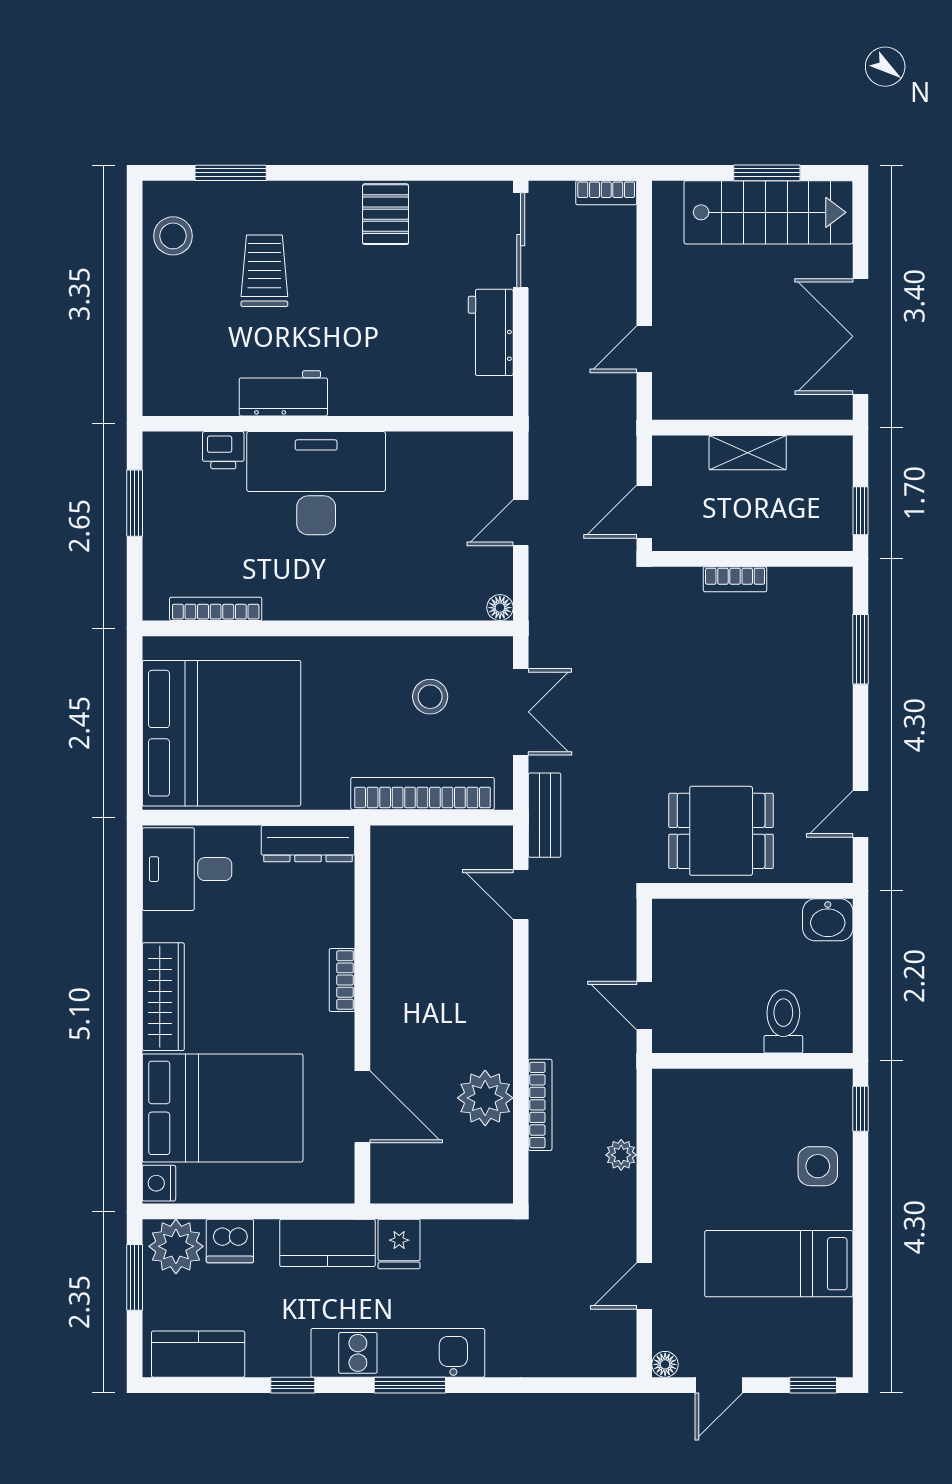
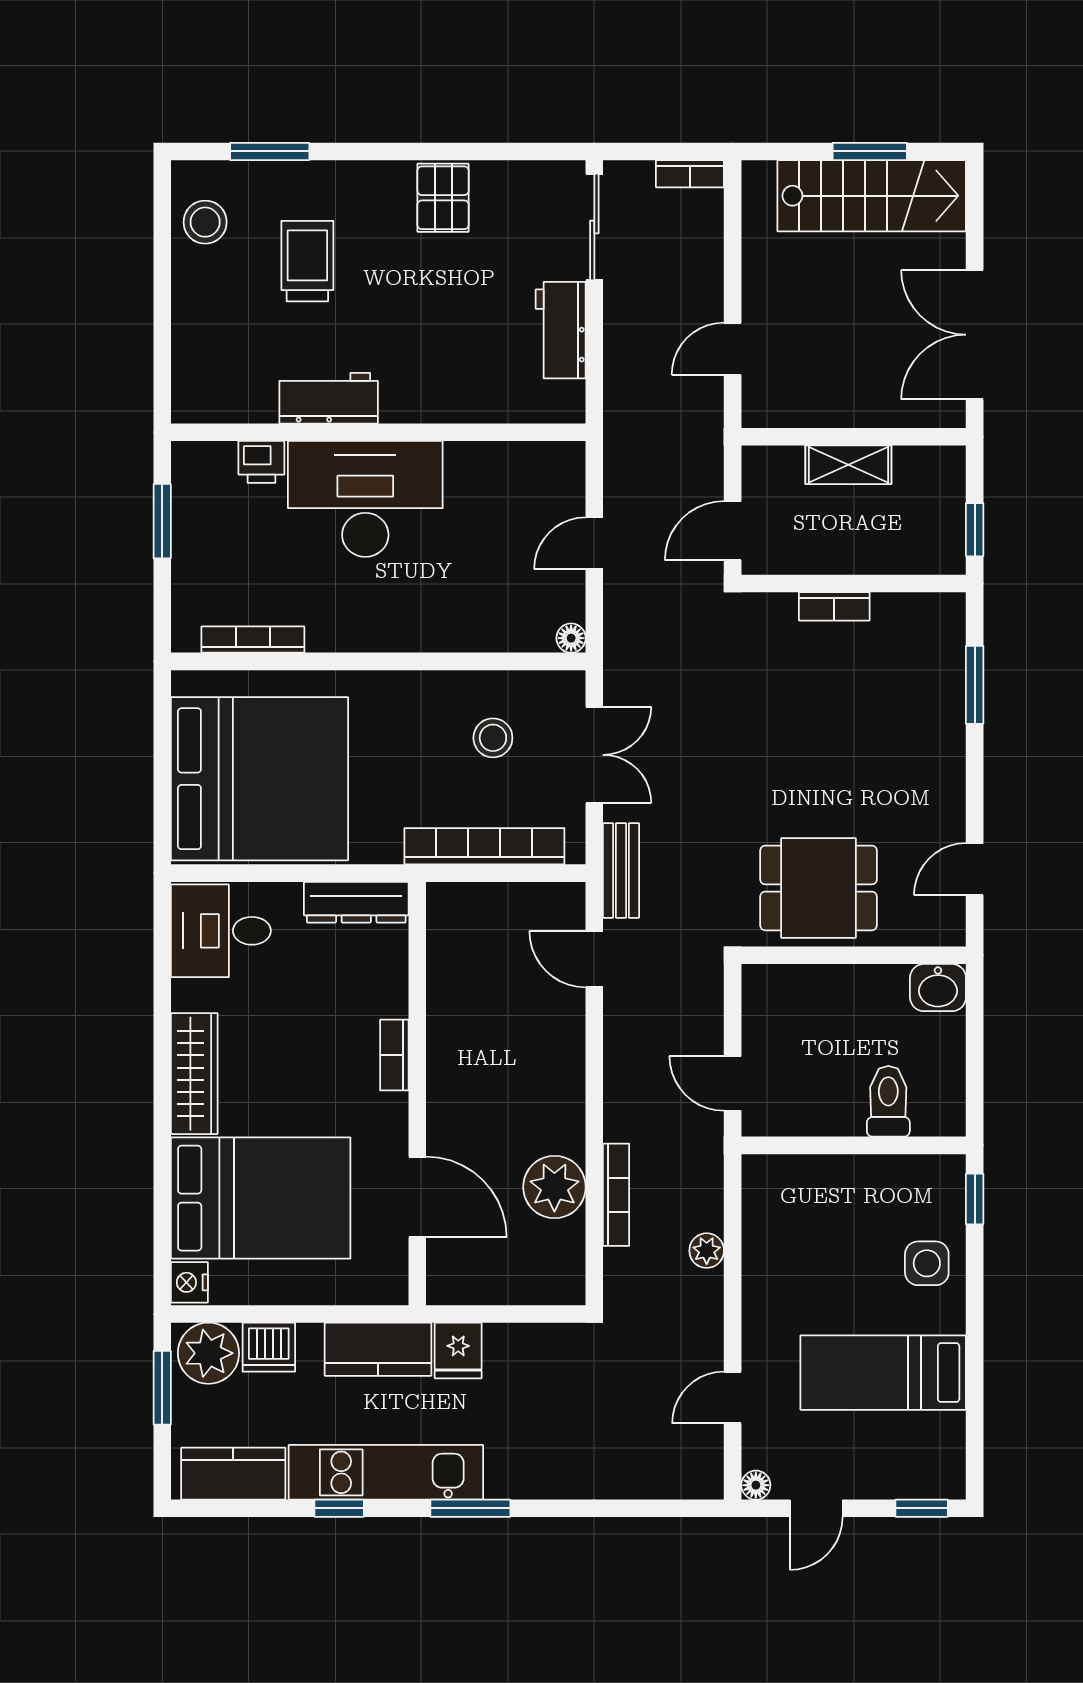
kitchen unit: (398, 1353) -> (386, 1472), moved

